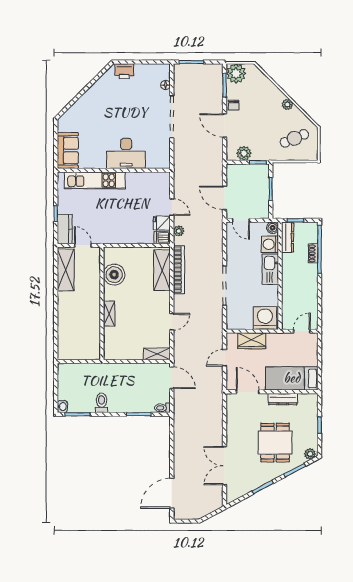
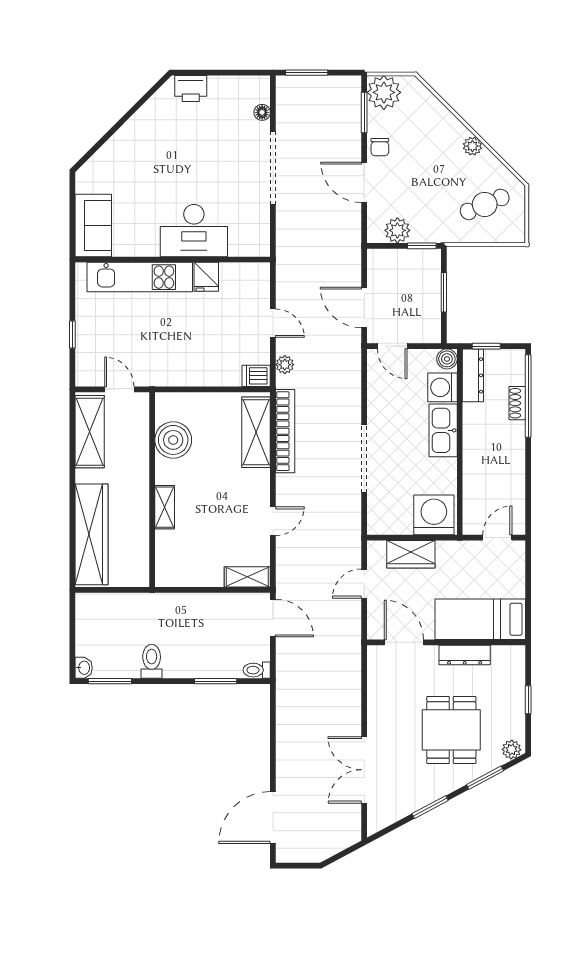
fridge: (162, 223) -> (206, 277), moved, turned -90
kitchen counter: (65, 229) -> (88, 361), removed
wardrobe: (67, 329) -> (91, 534), added

